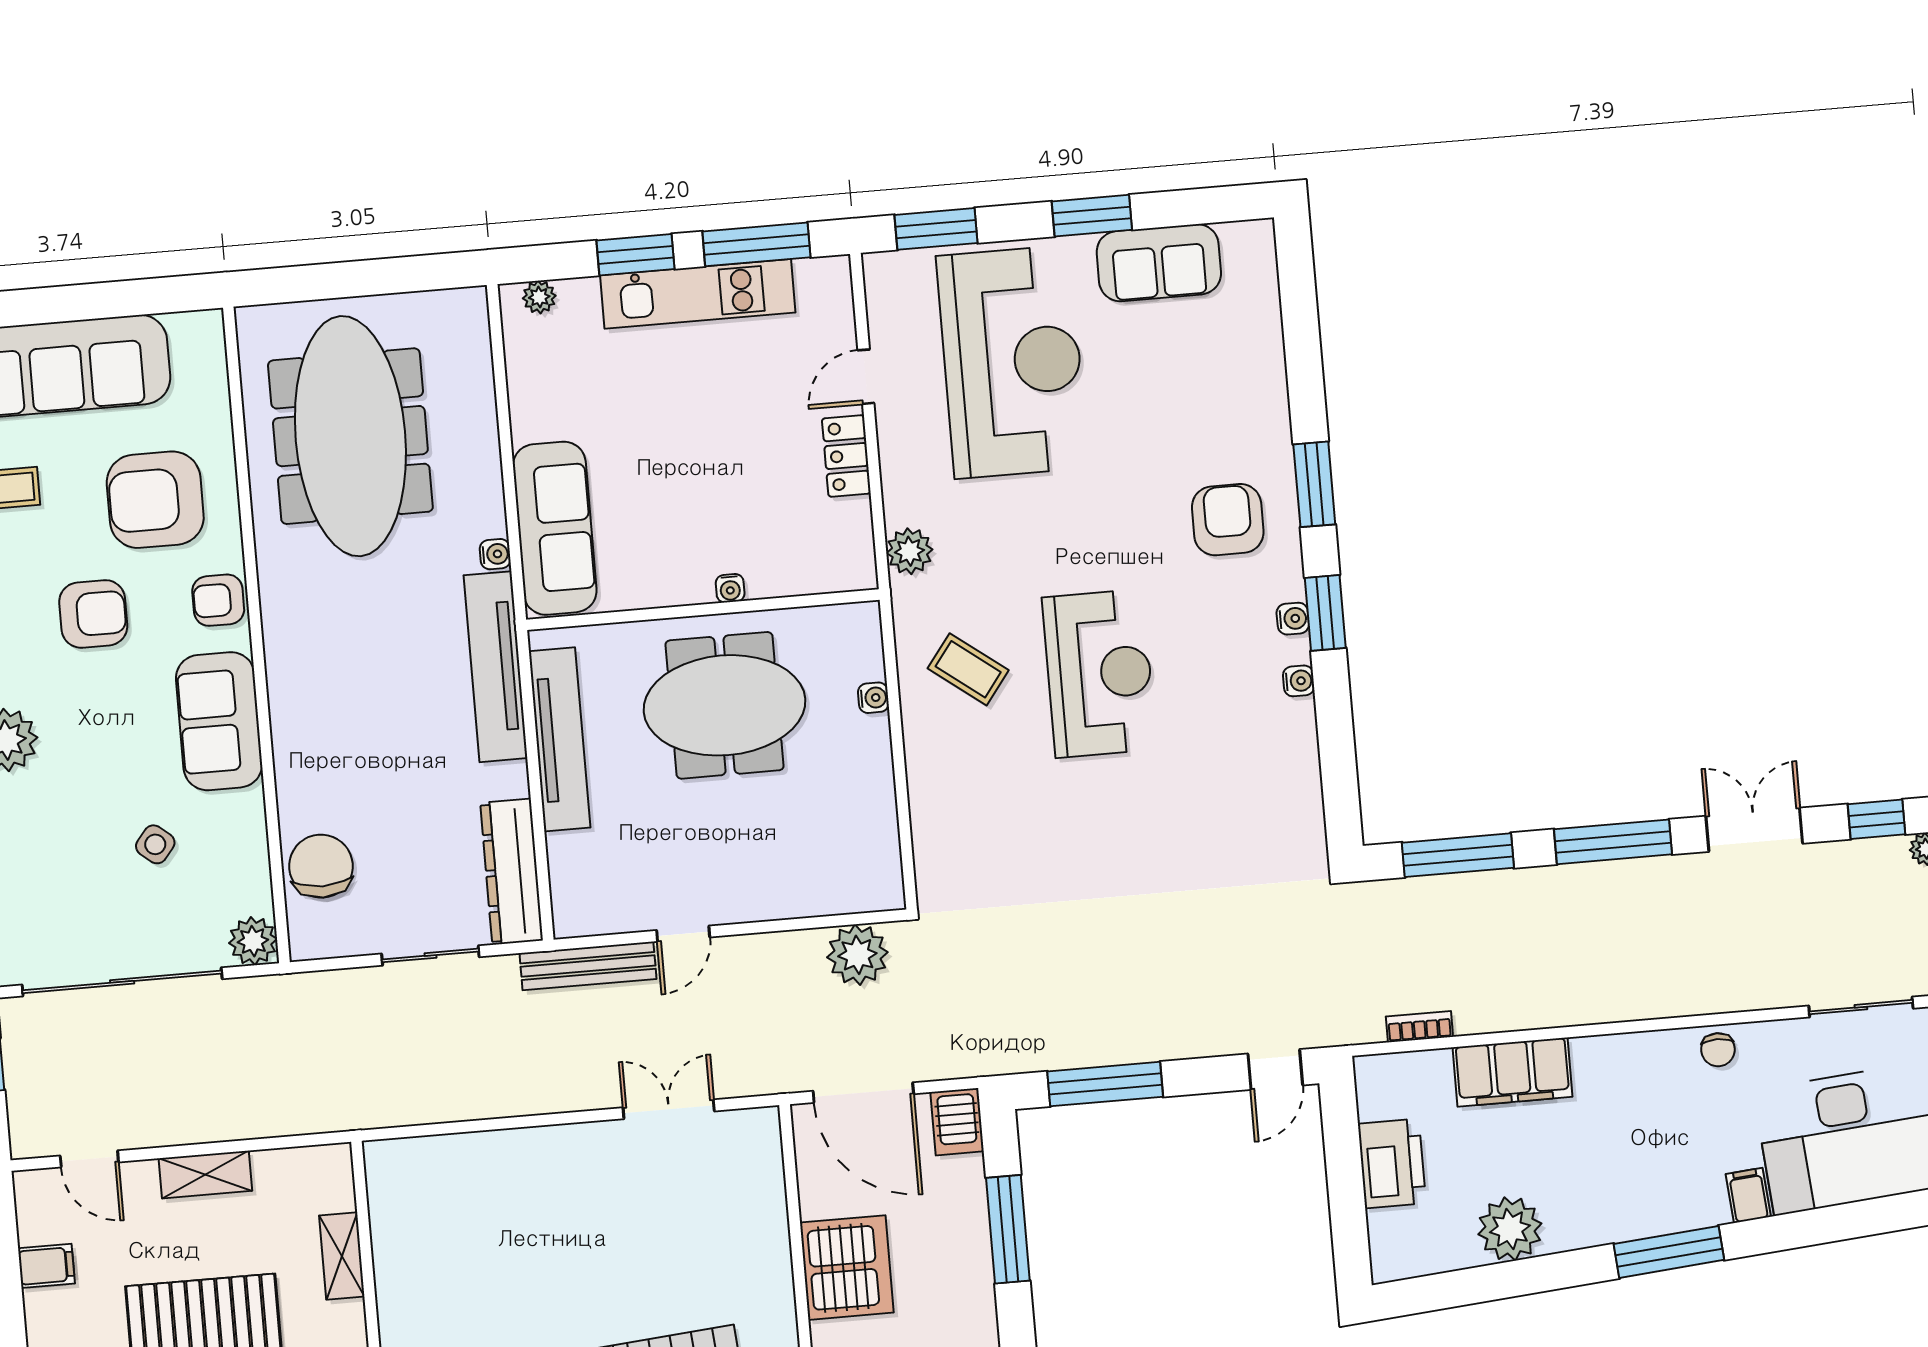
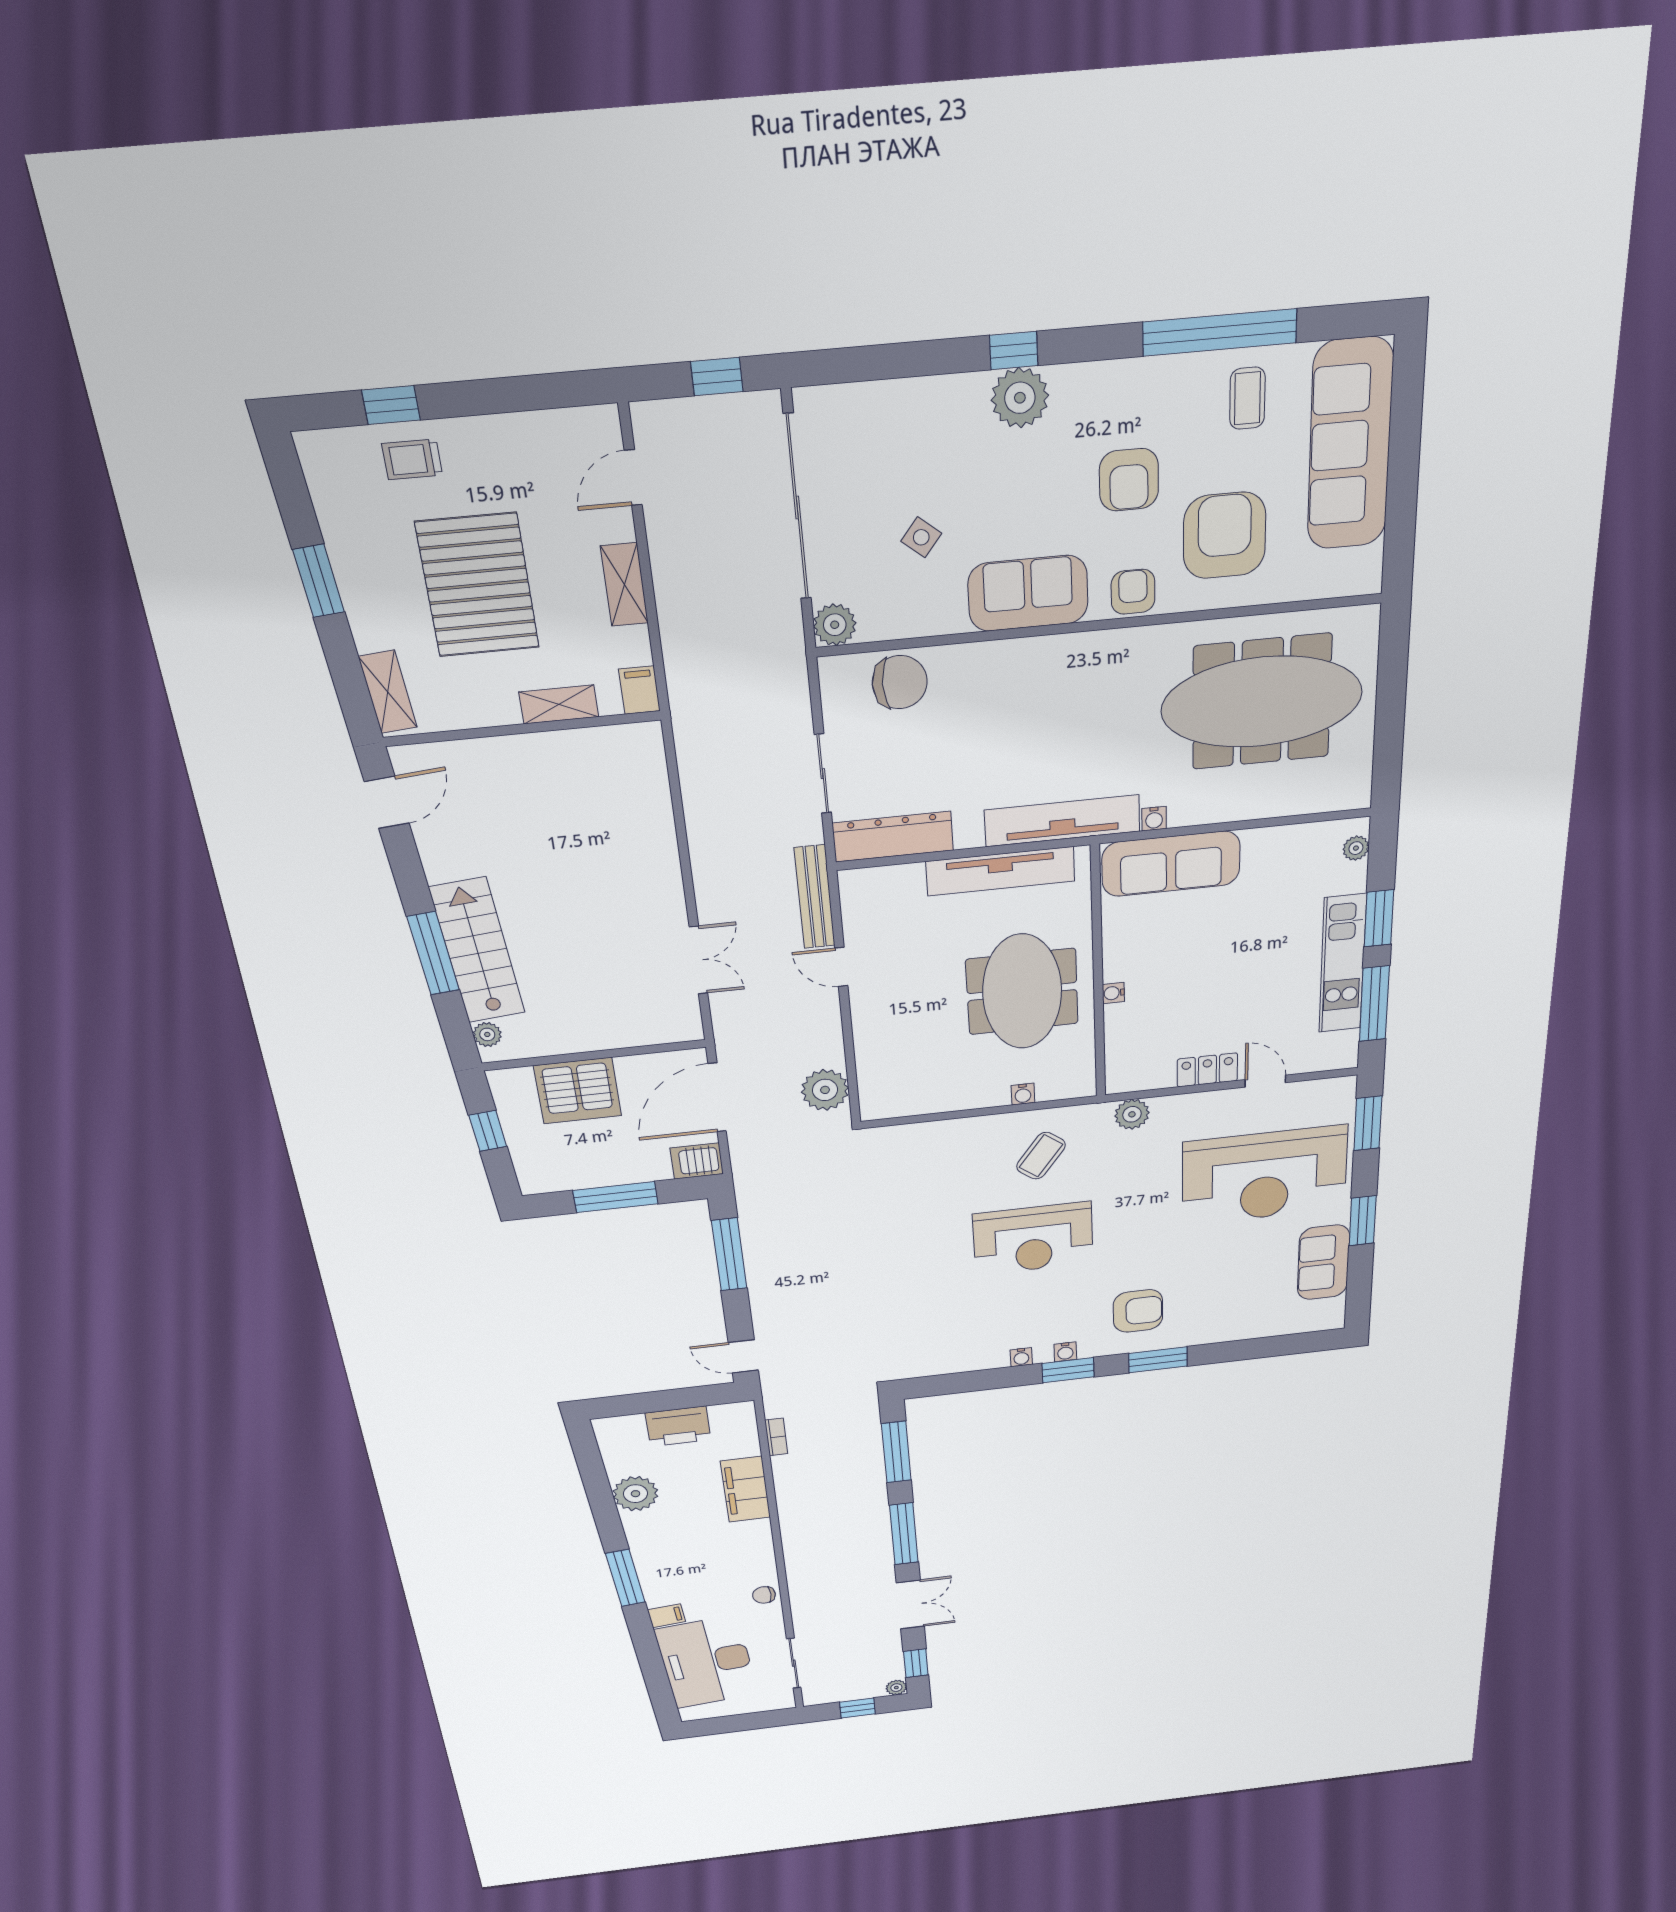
filing cabinet: (46, 1266) -> (639, 690), moved, turned 180

